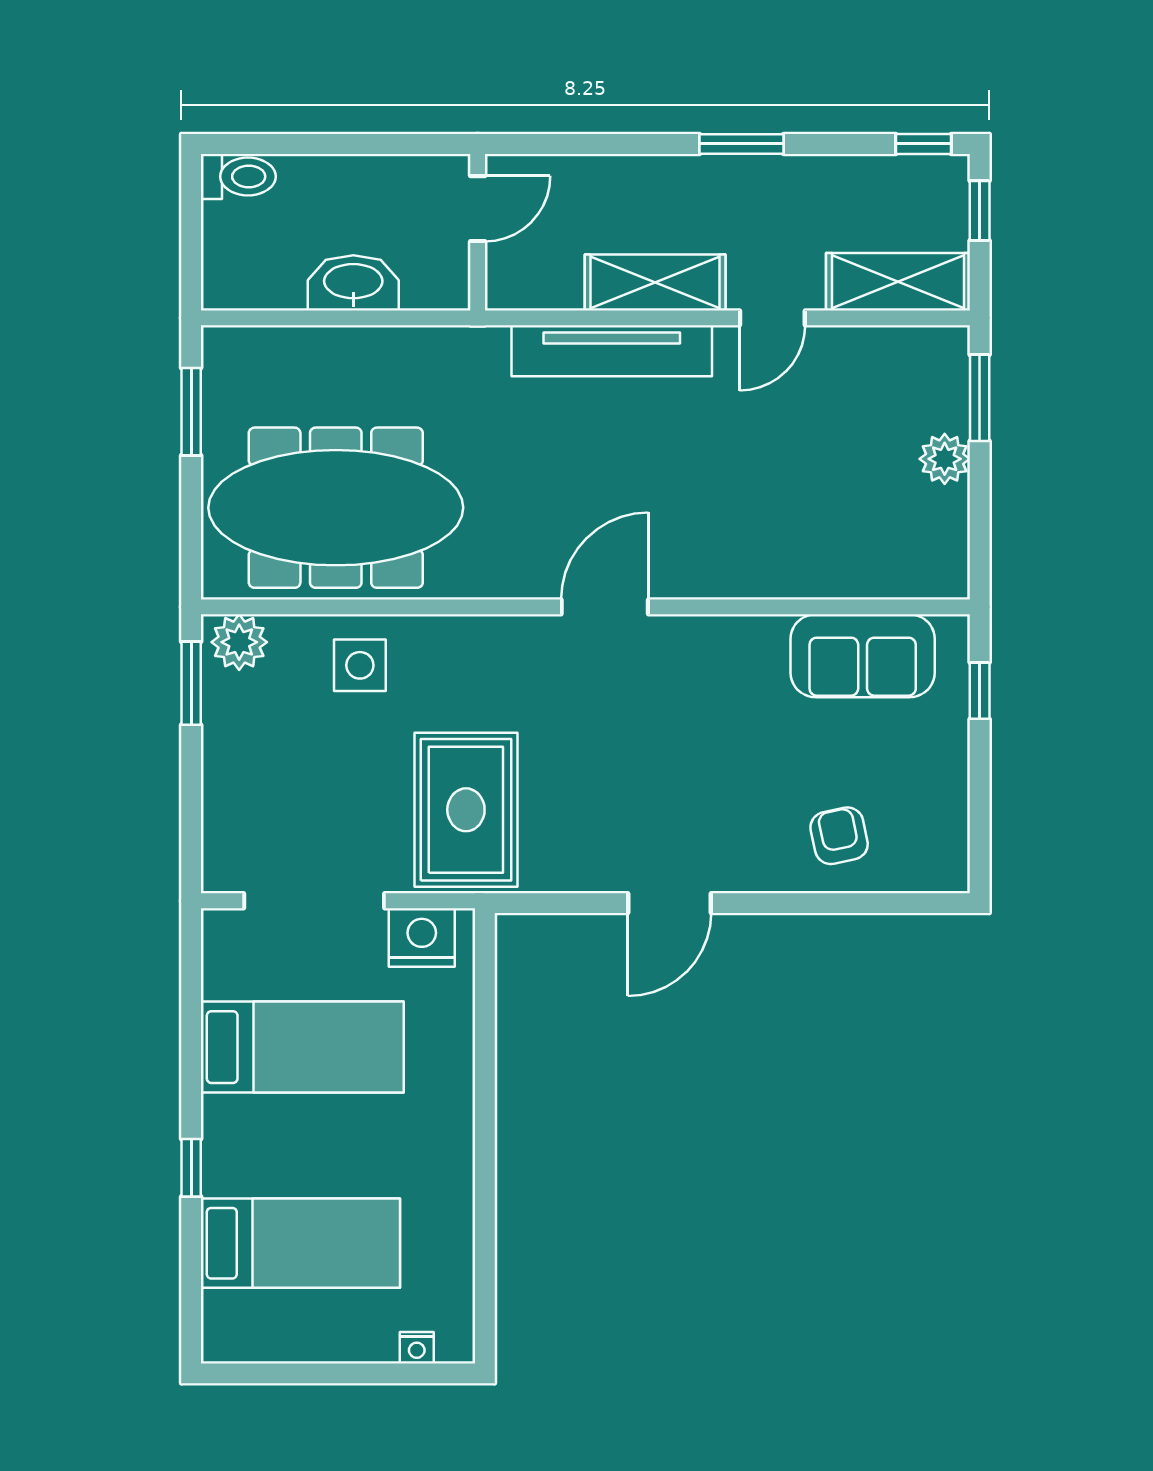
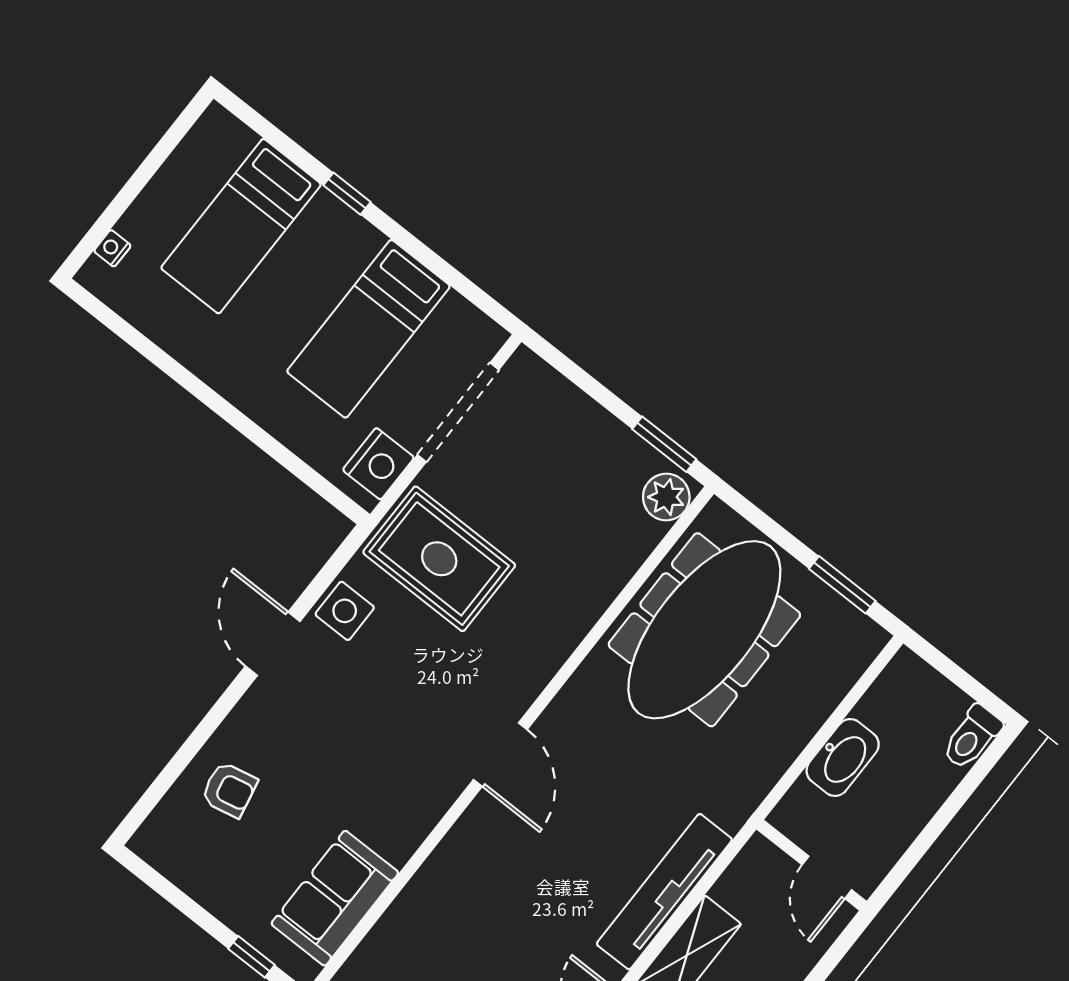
side table: (360, 665) -> (345, 611), moved

